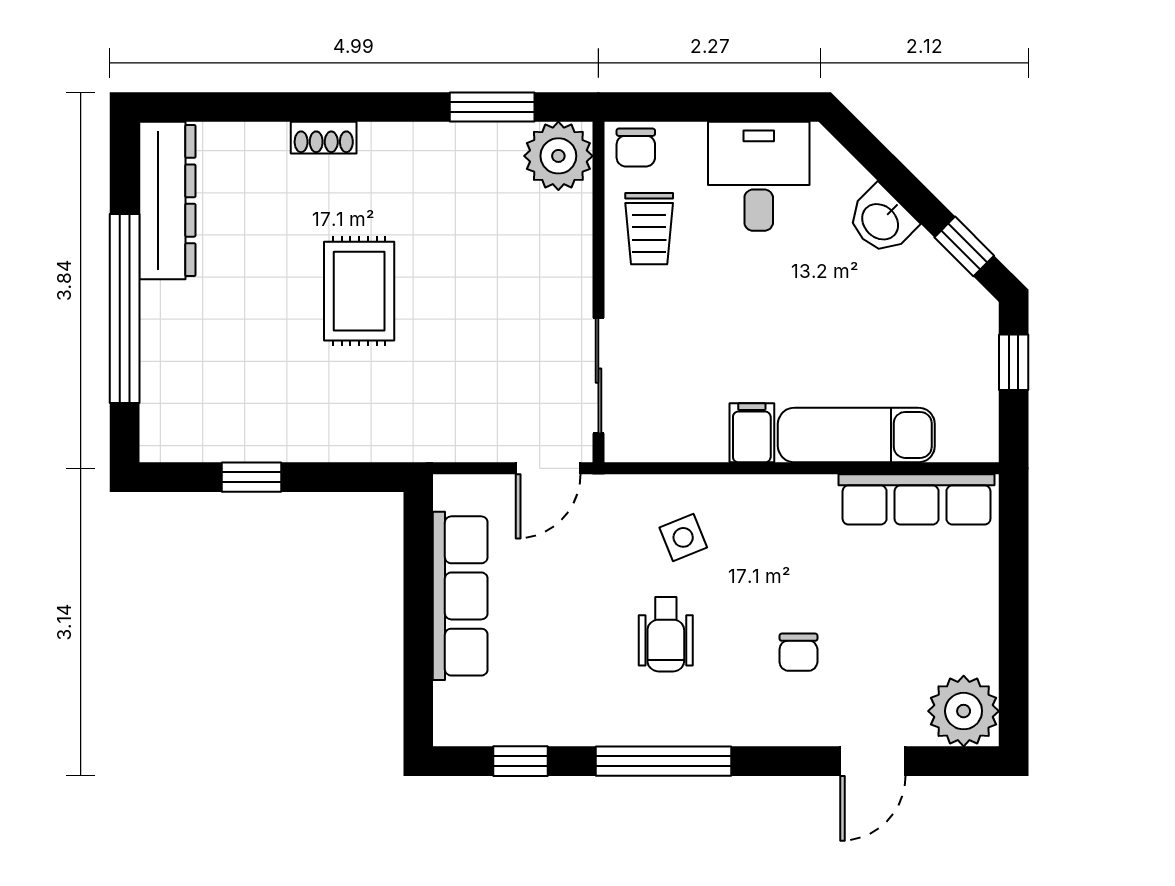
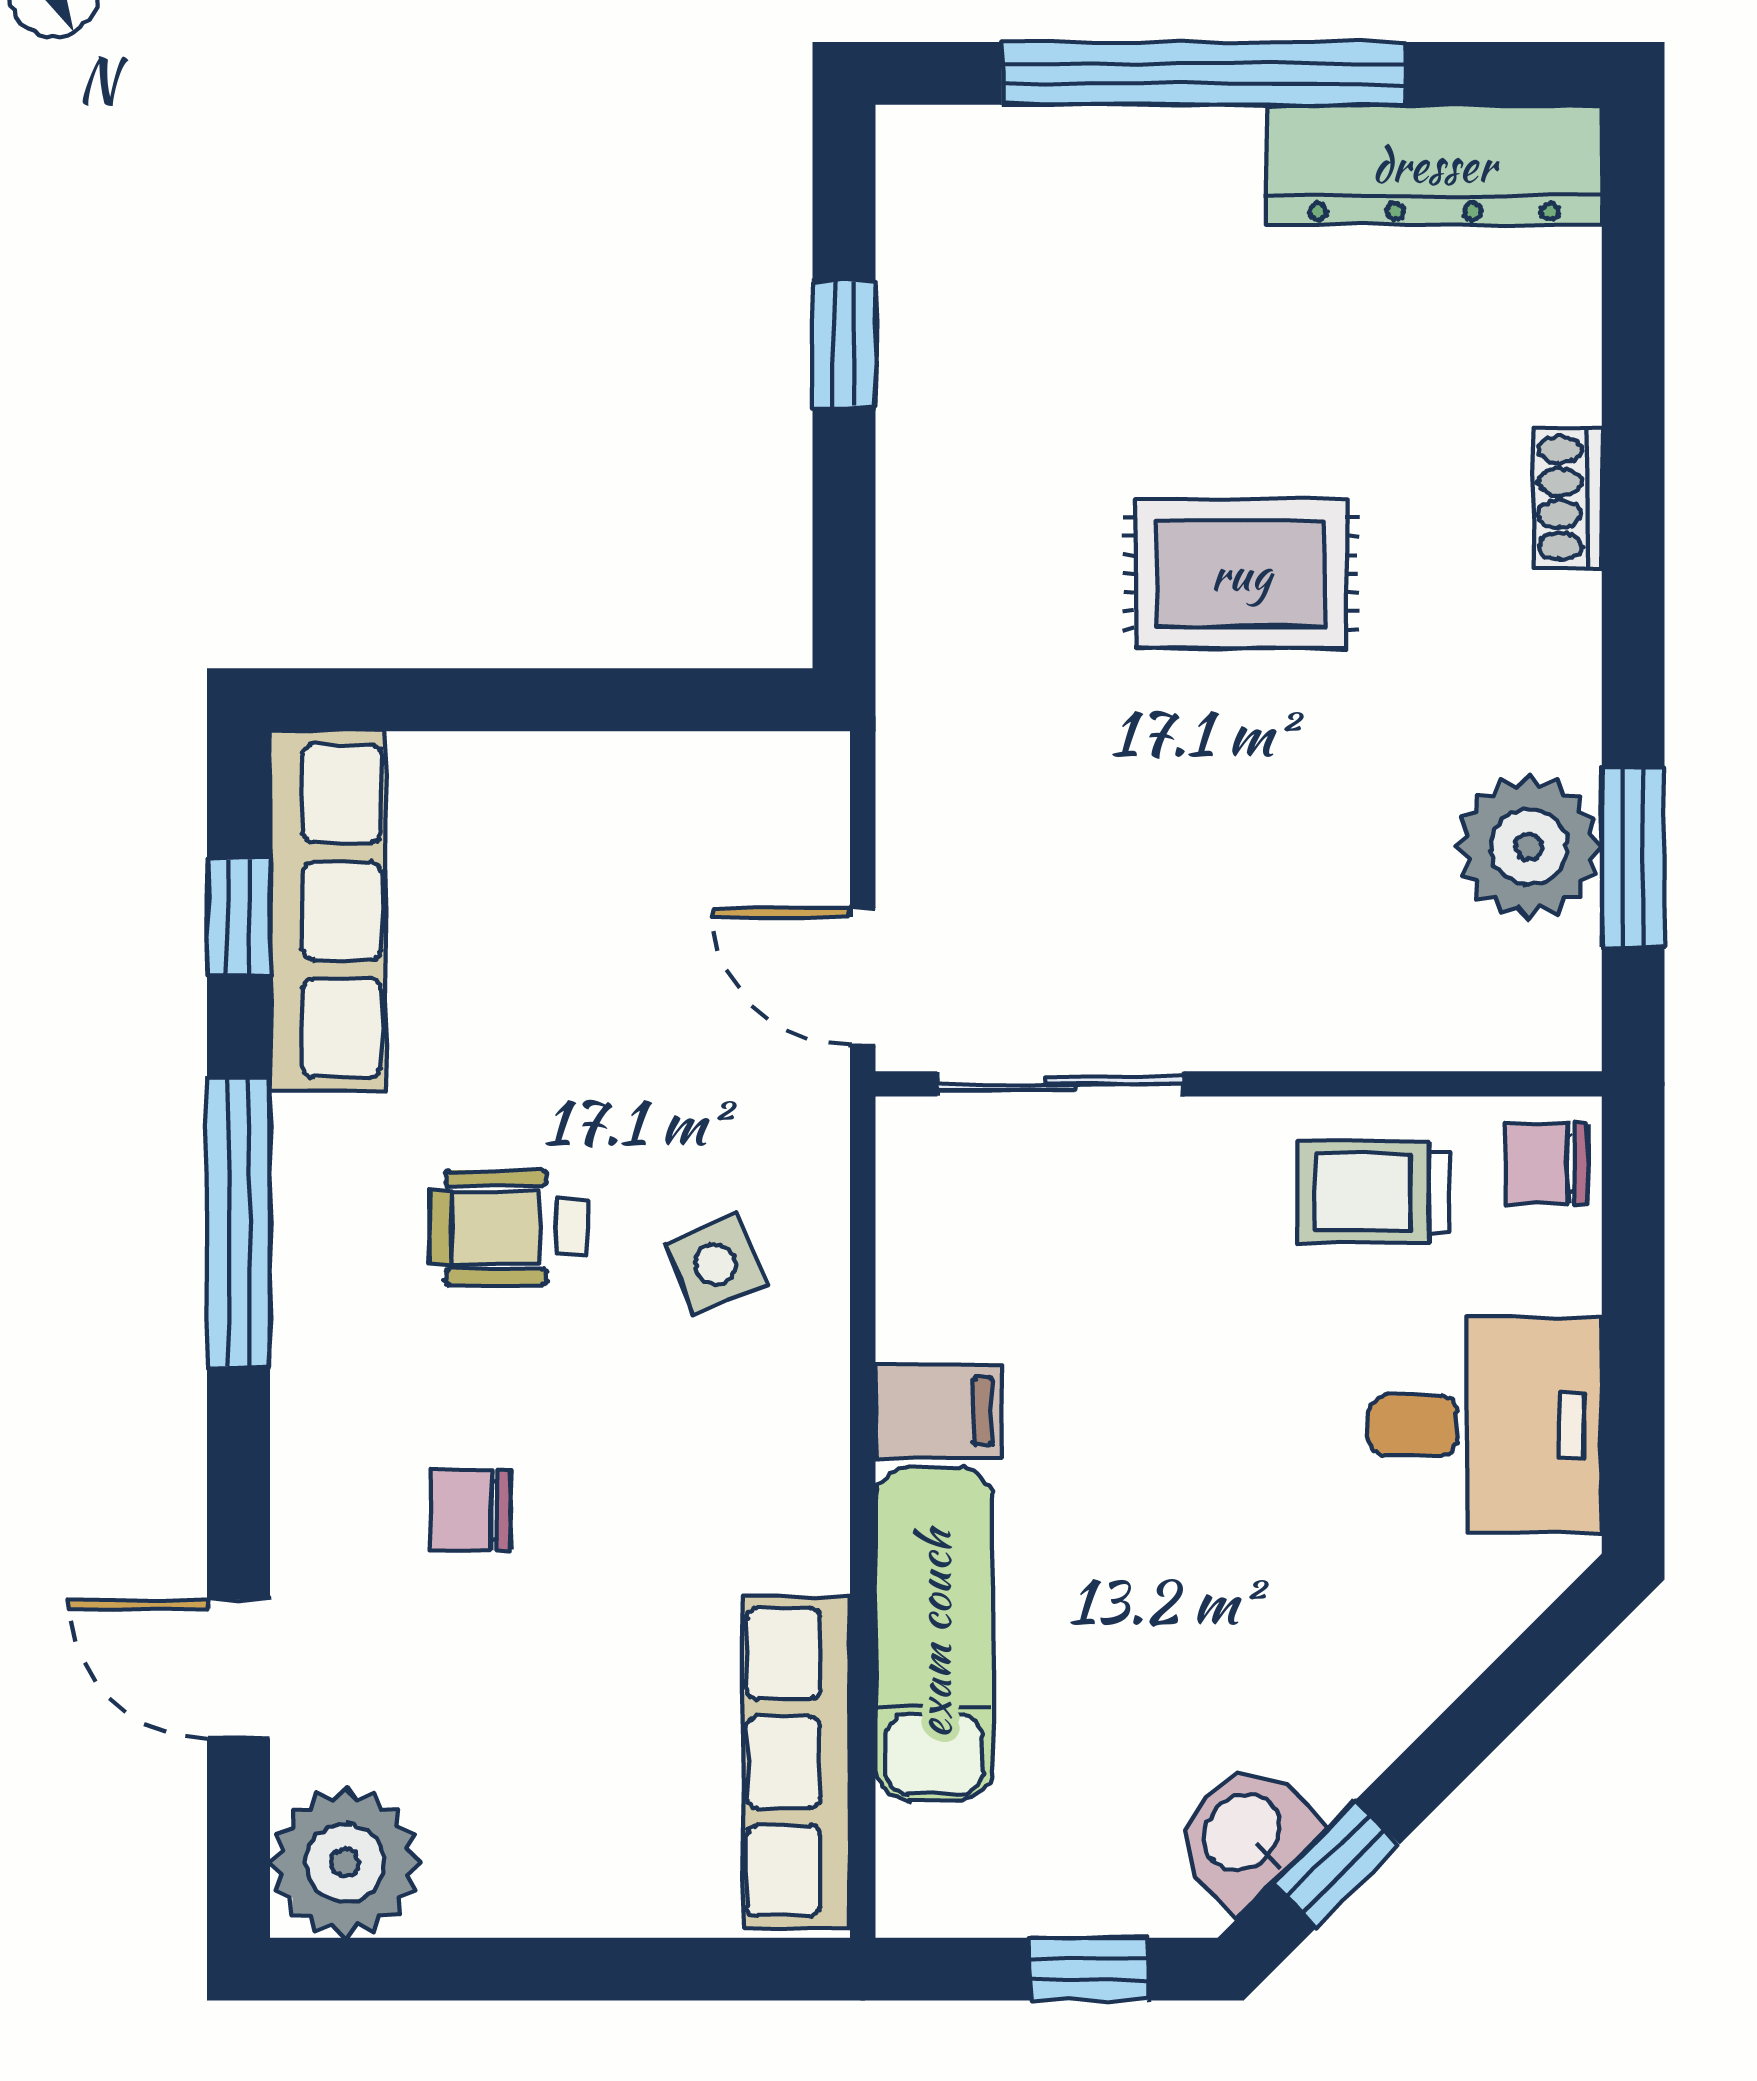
plant: (558, 156) -> (1529, 847), moved
washbasin: (881, 221) -> (1244, 1834), moved
row of seats: (460, 596) -> (328, 911), moved, turned -90

